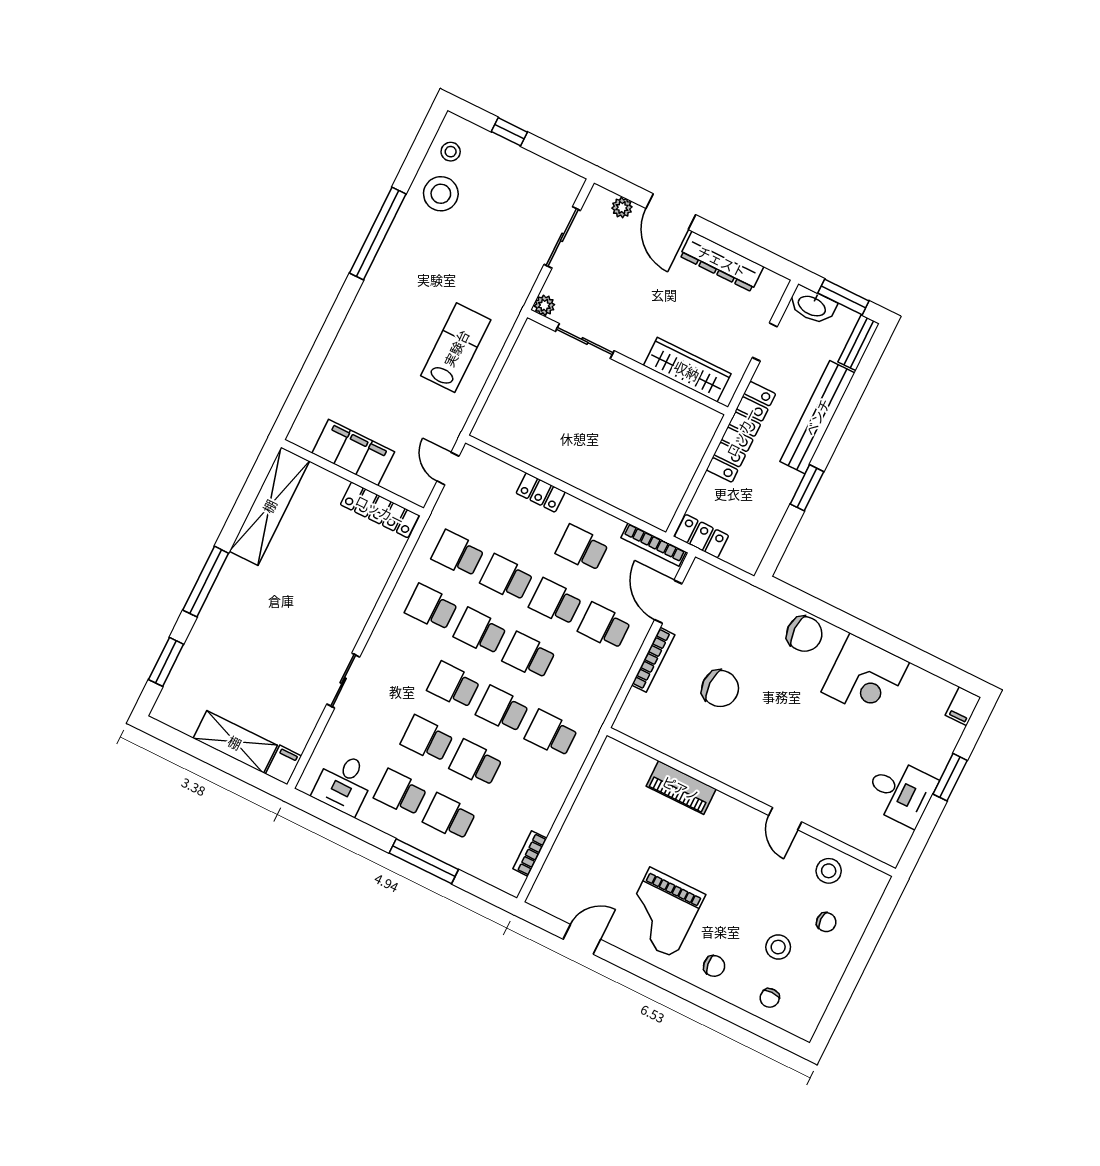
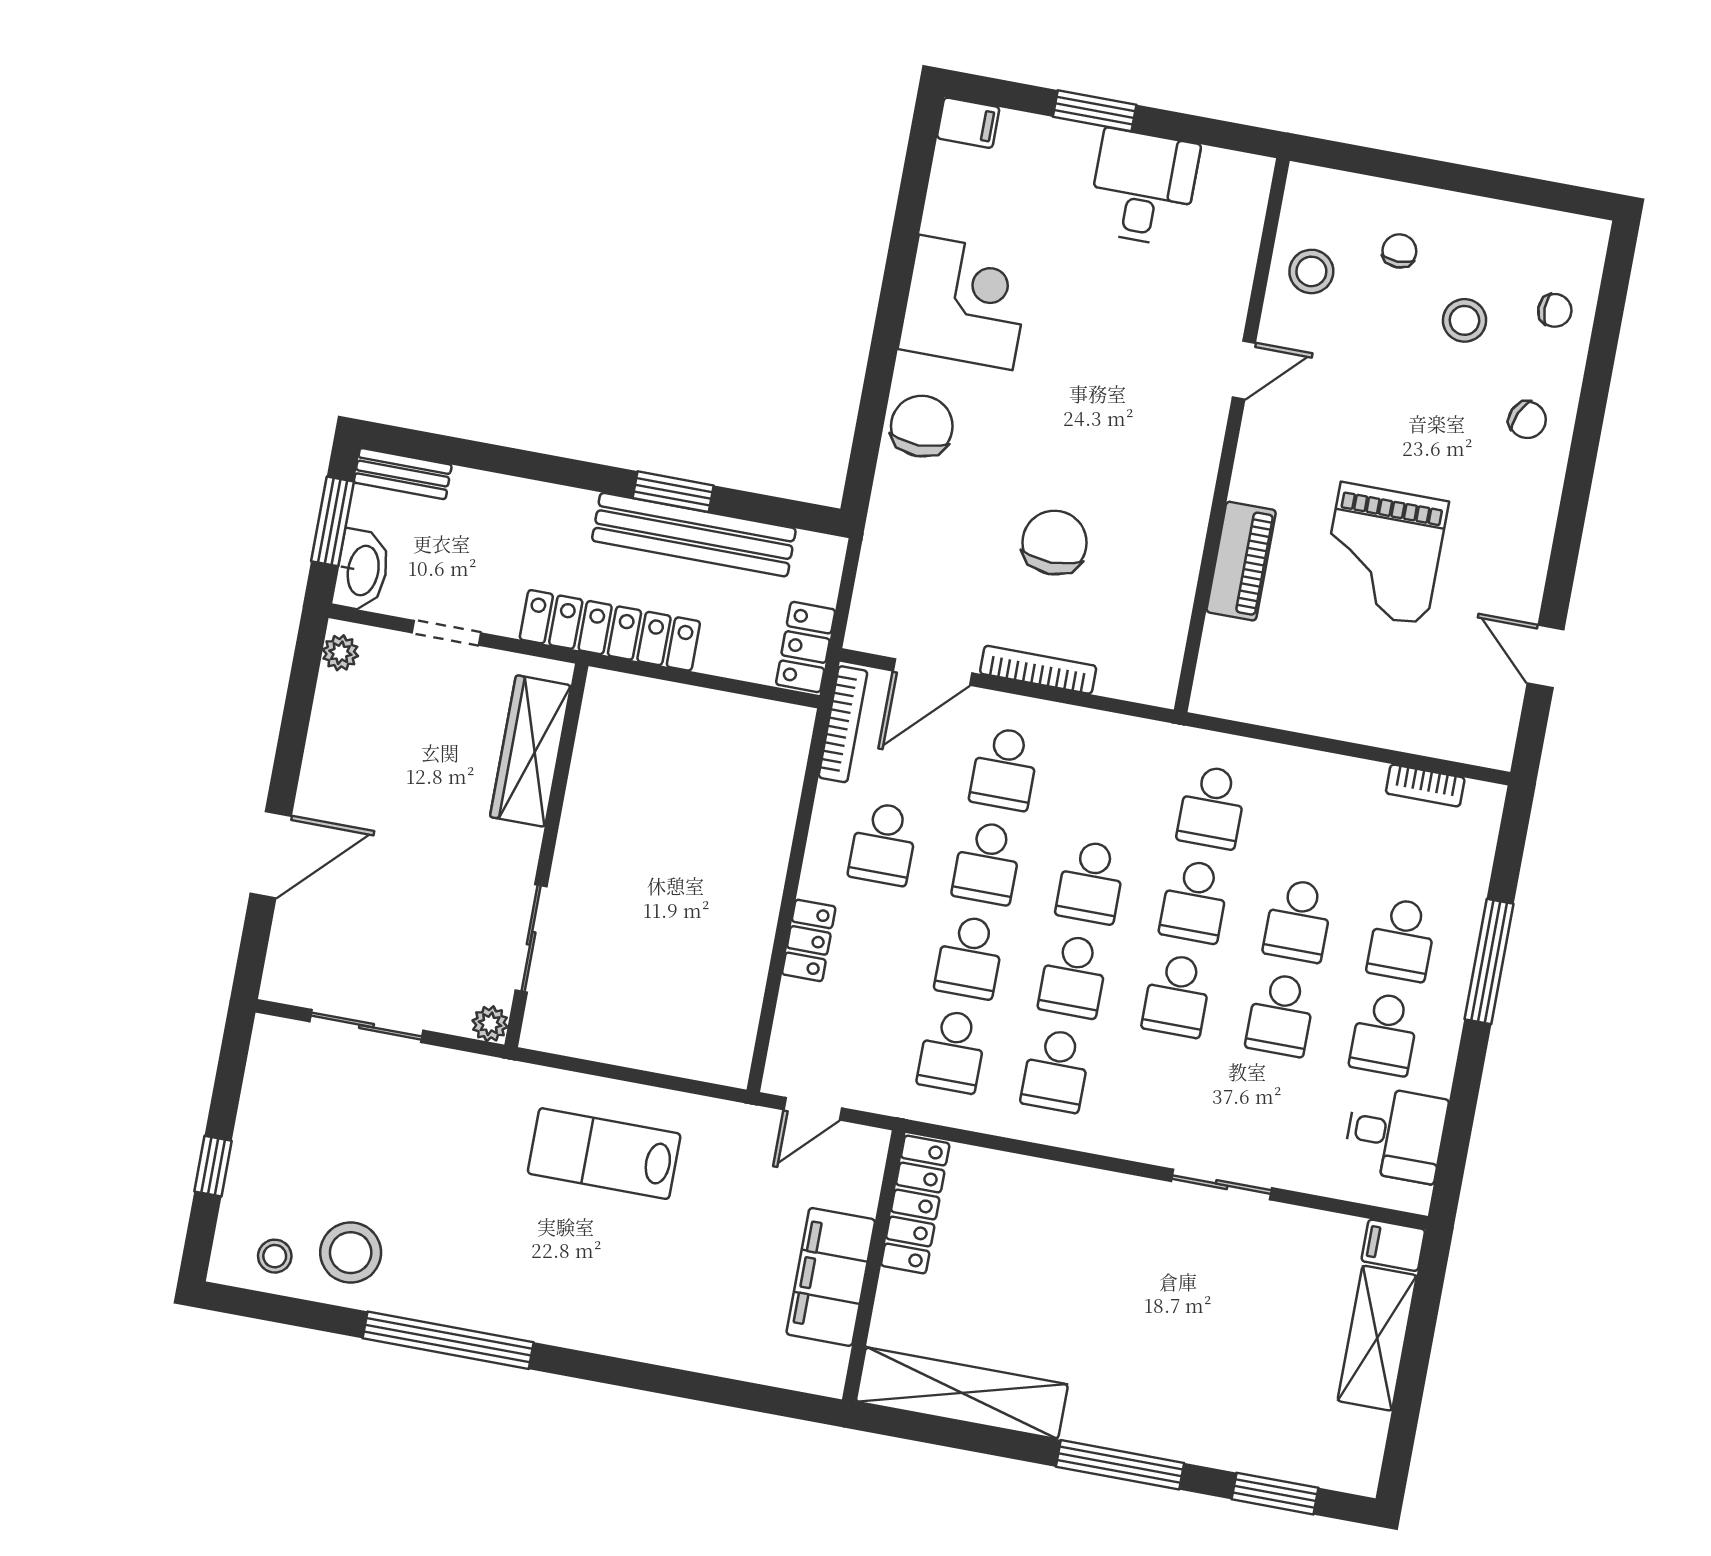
plant: (622, 208) -> (340, 653), moved
dresser: (722, 261) -> (331, 745), removed
bench: (817, 417) -> (694, 535), moved
grand piano: (662, 913) -> (1383, 554), moved, turned 90
chair: (714, 966) -> (1527, 420), turned 121

